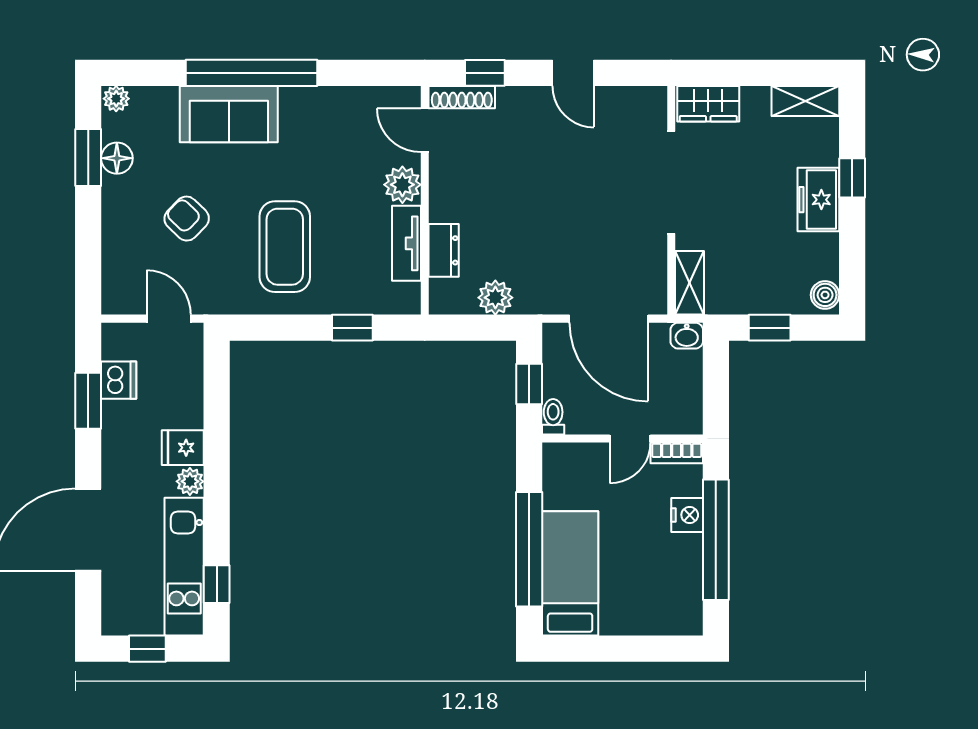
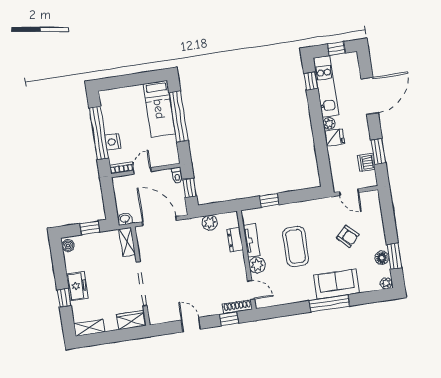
window: (252, 73) -> (329, 303), width x0.68
coffee table: (285, 247) -> (296, 246), moved

